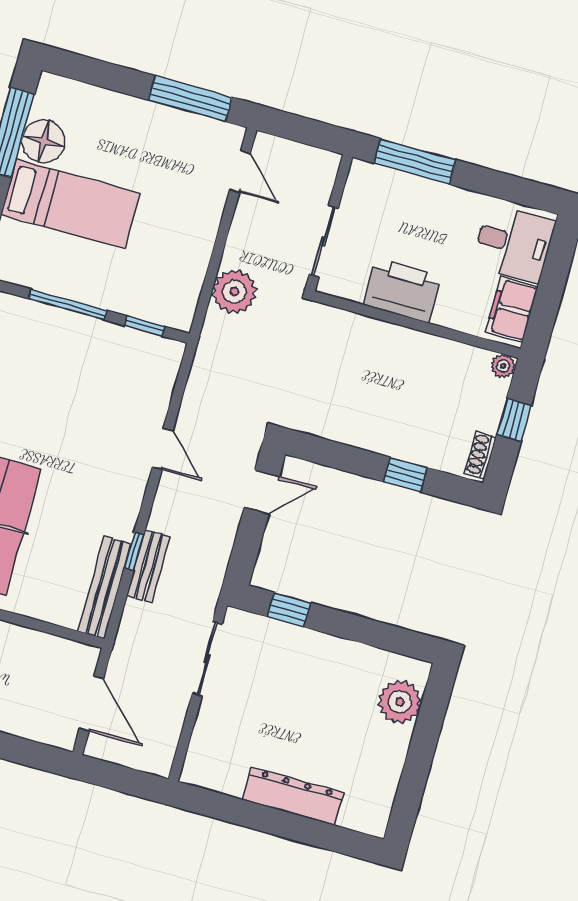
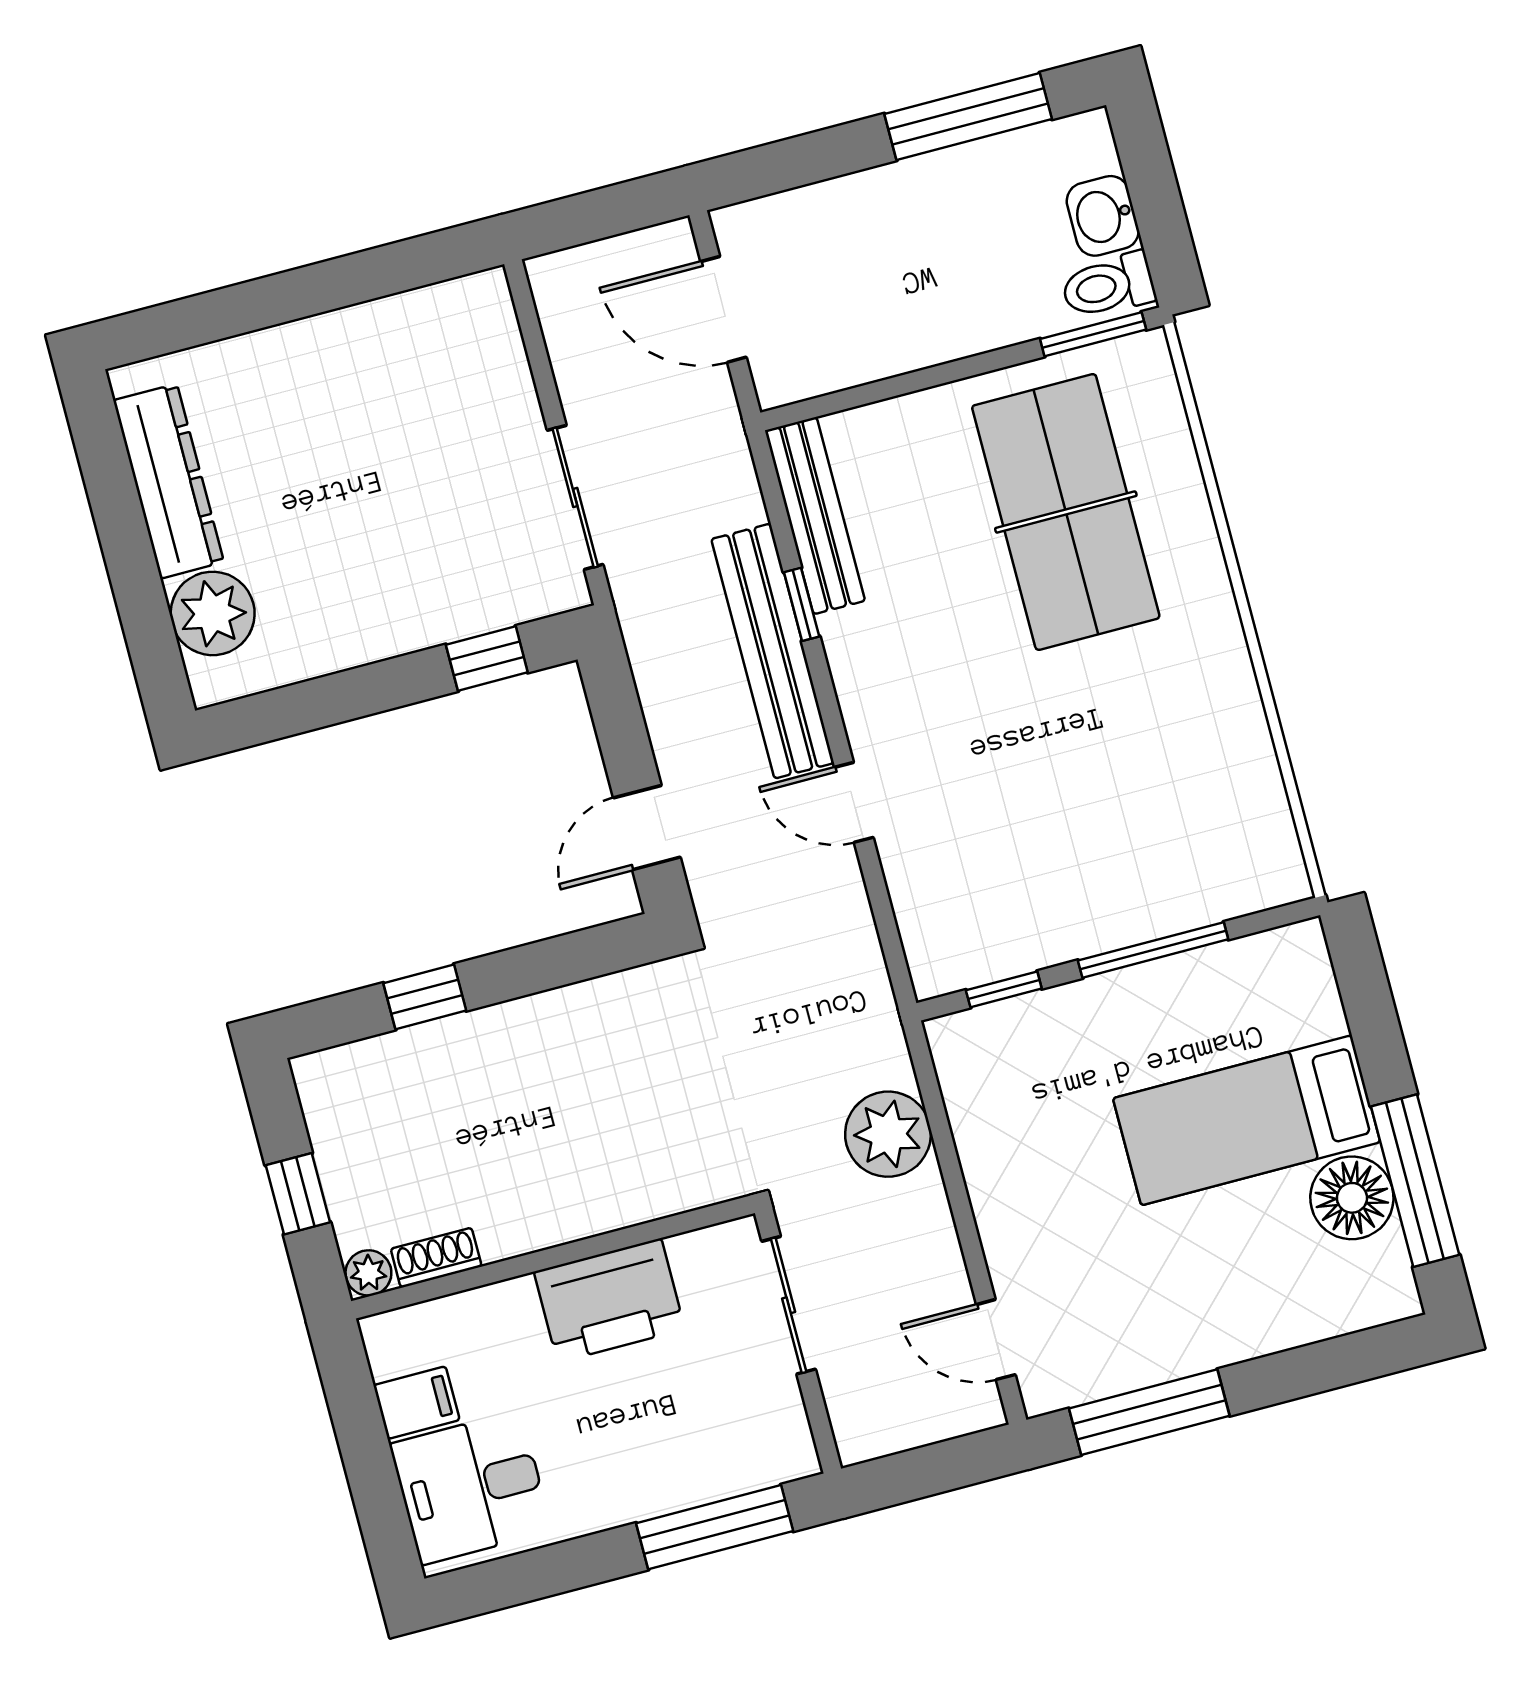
filing cabinet: (512, 309) -> (416, 1403), width x0.50
shoe rack: (480, 455) -> (436, 1258), moved, turned -90
bench: (148, 566) -> (773, 651), width x1.86, depth x1.21
dresser: (293, 796) -> (169, 481), moved, turned -90

